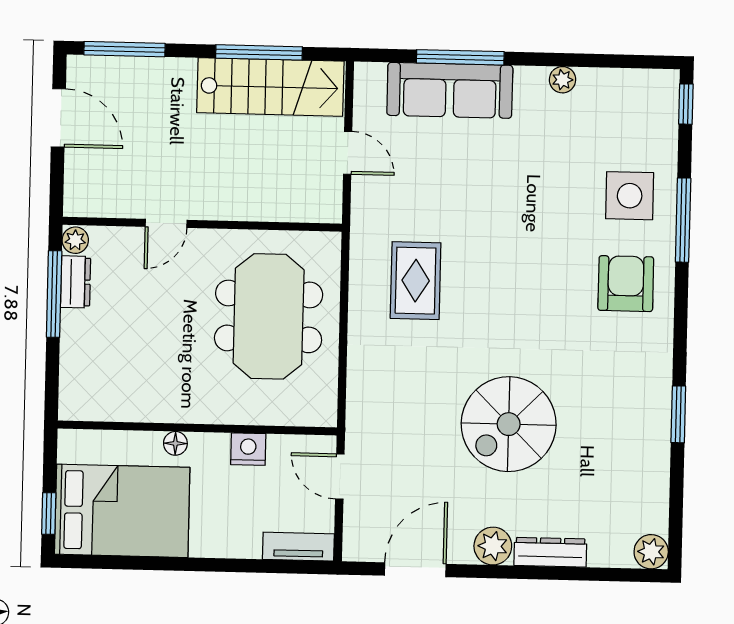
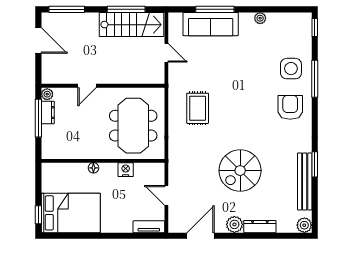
wall: (197, 428) -> (103, 161), moved
floor lamp: (175, 443) -> (93, 168), moved
nightstand: (248, 449) -> (126, 170), moved
bench: (655, 453) -> (305, 181), added

